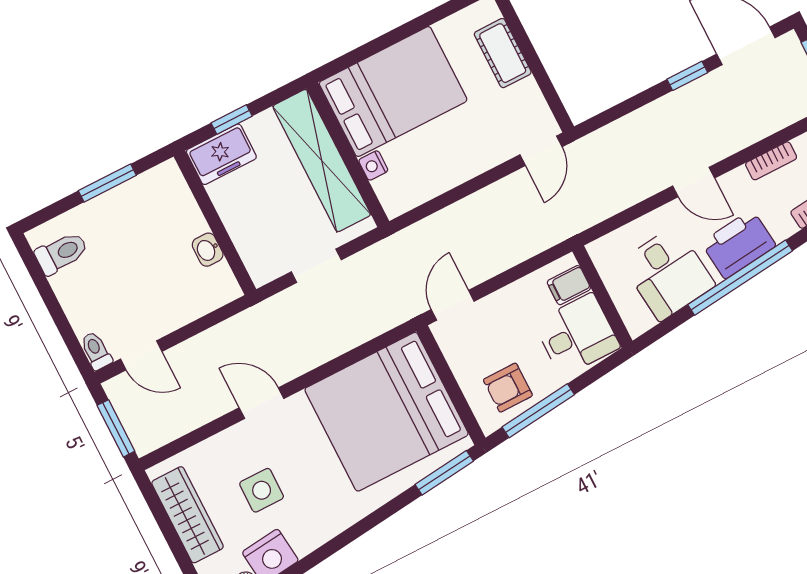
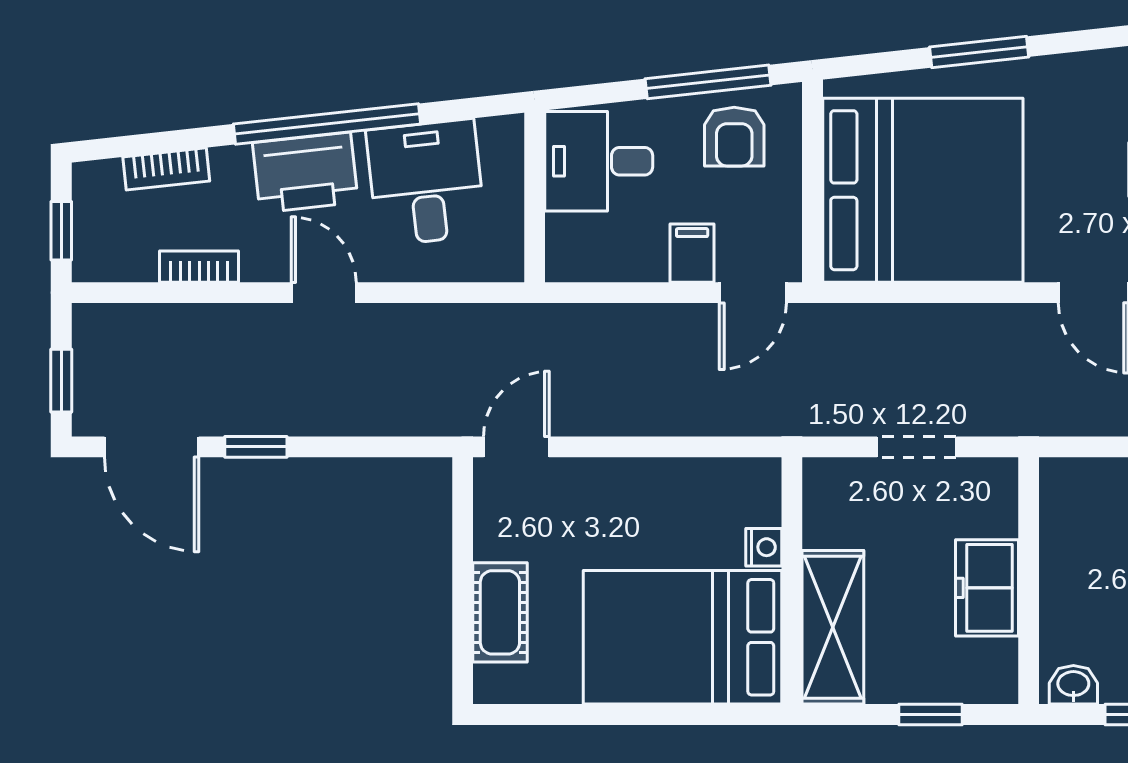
freezer: (221, 154) -> (987, 588), moved, turned -90
shelving: (322, 161) -> (833, 627), width x0.68
washbasin: (208, 250) -> (1073, 685), moved, turned -90
filing cabinet: (569, 285) -> (692, 253), moved, turned -90
armchair: (508, 388) -> (734, 137), turned 90
window: (444, 473) -> (979, 52), moved

